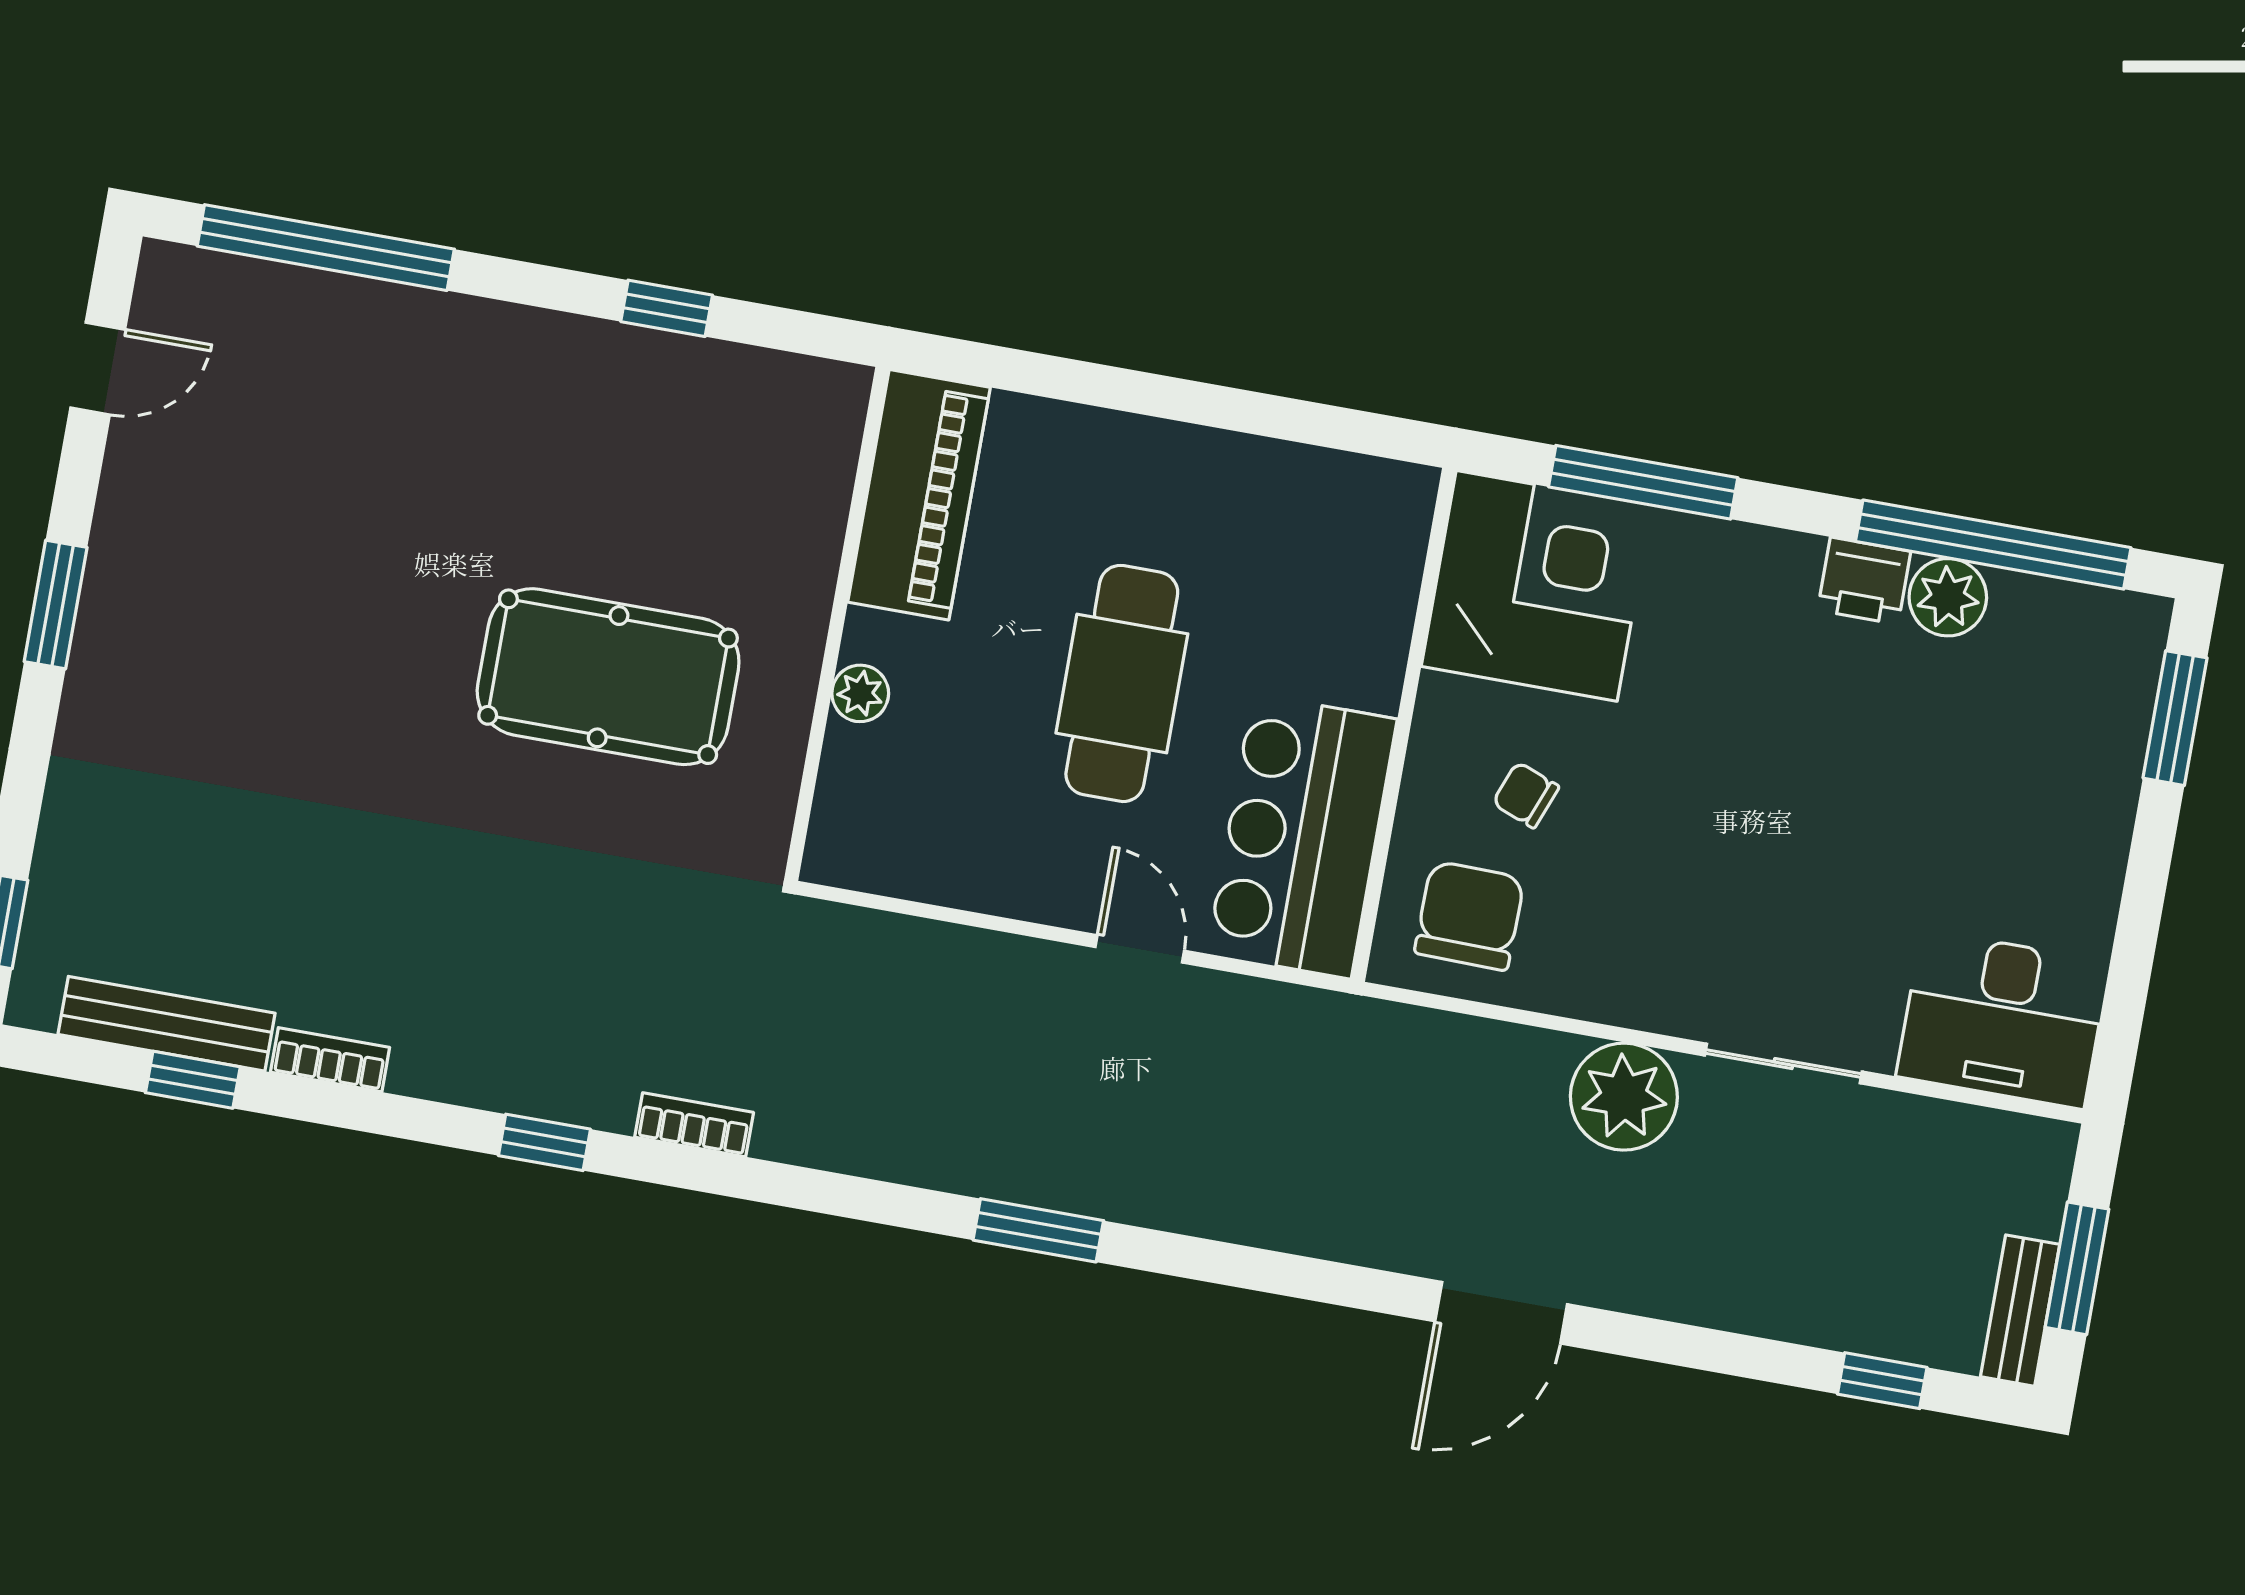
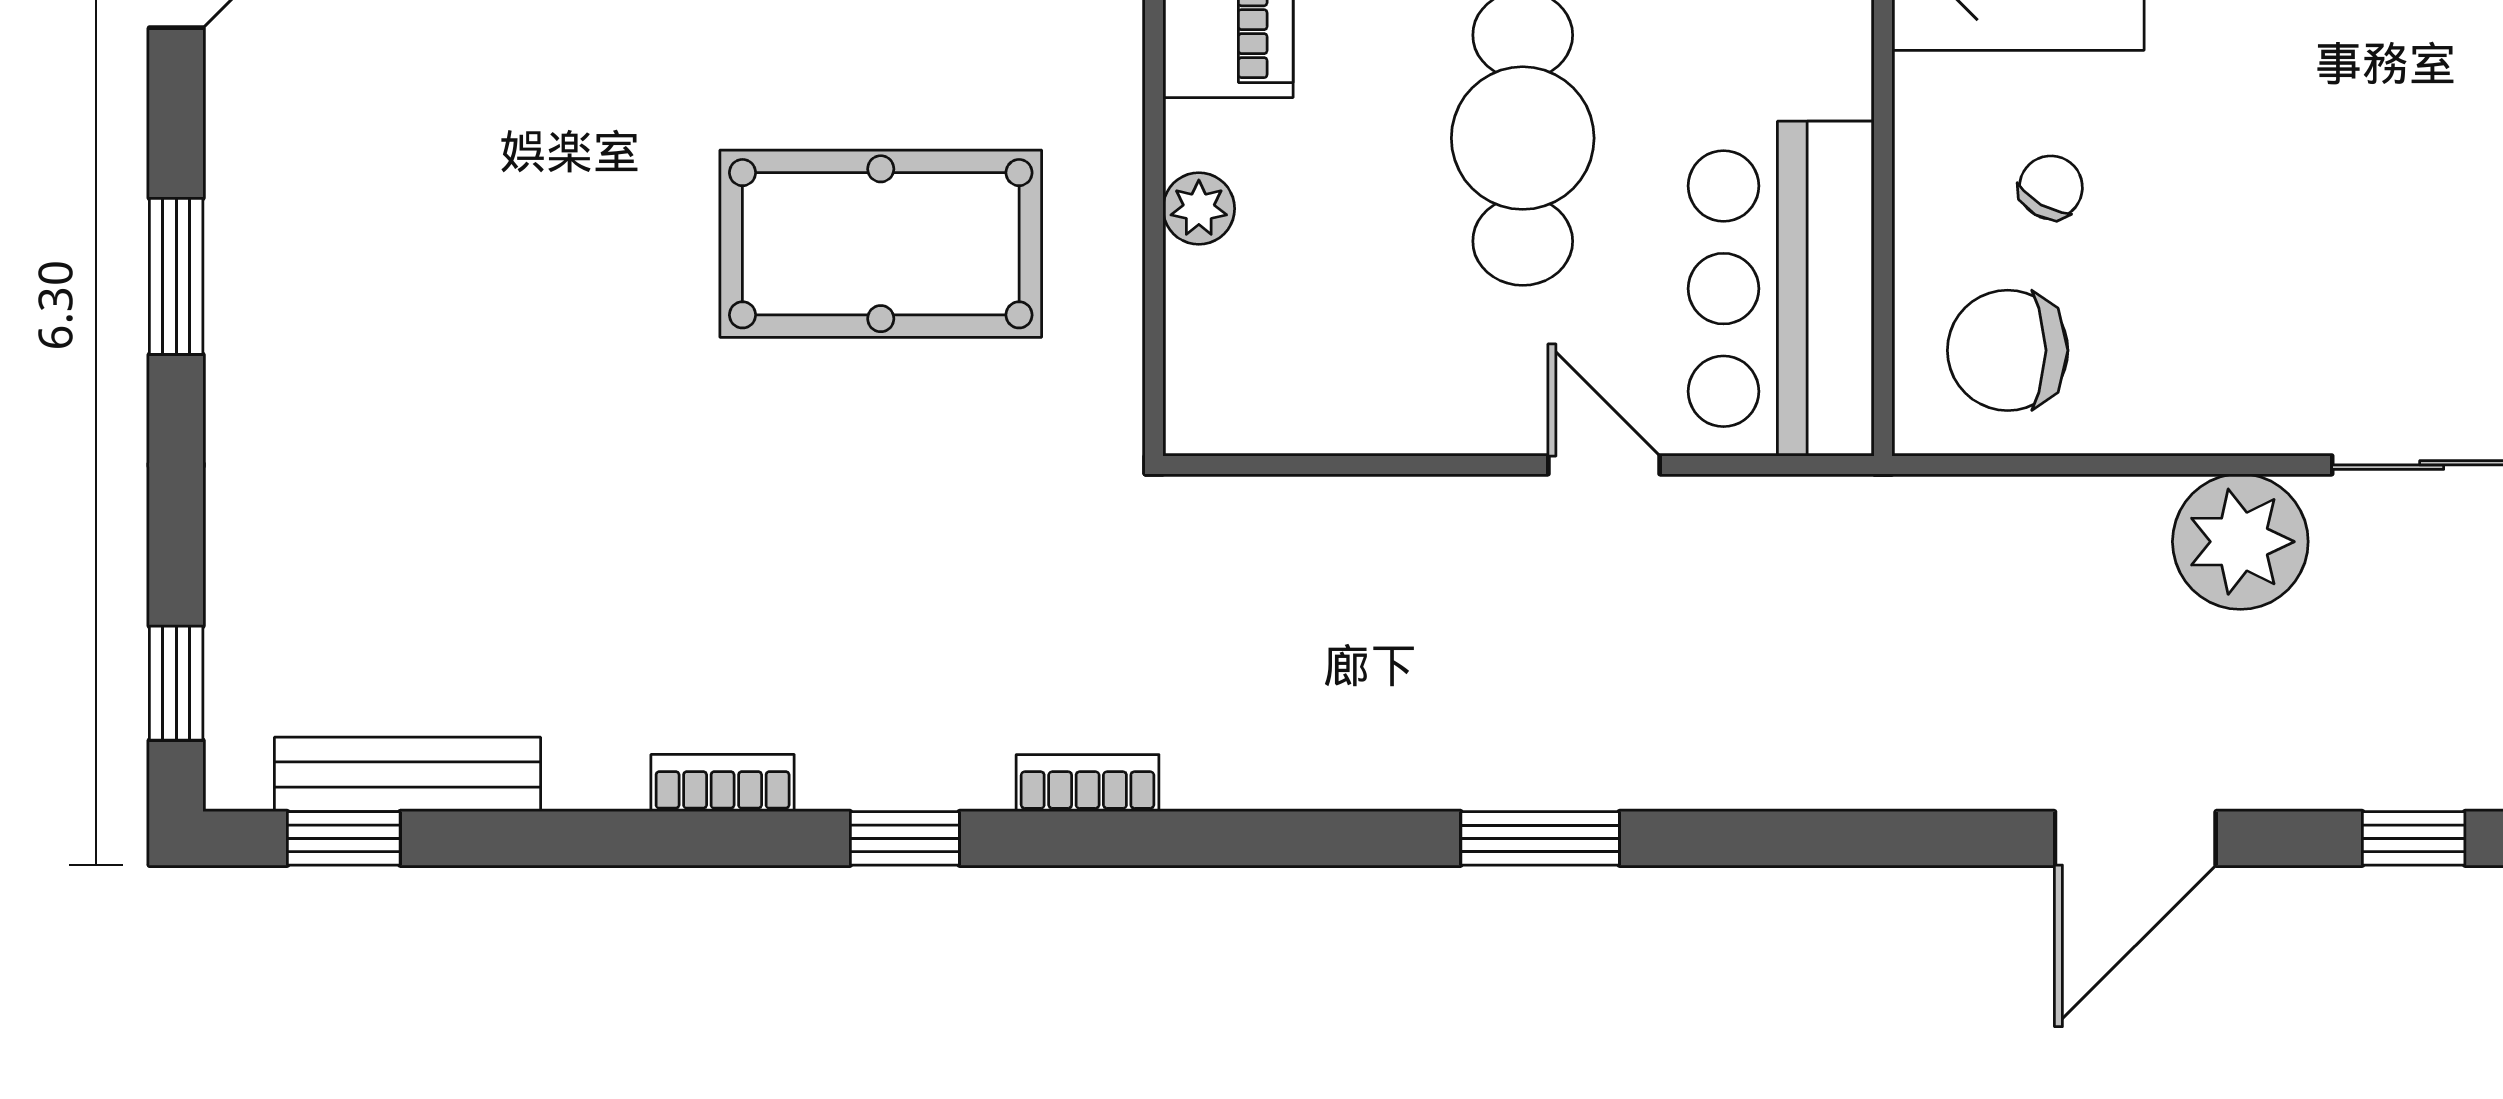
chair: (1526, 795) -> (2051, 187), turned 99
chair: (1469, 916) -> (2008, 350), turned -91
bookcase: (330, 1060) -> (723, 783), moved
window: (193, 1080) -> (344, 838), moved
window: (1718, 1351) -> (2414, 838), added

